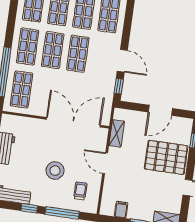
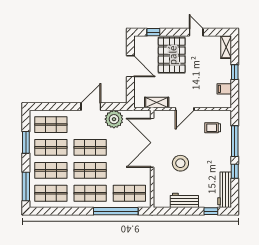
plant: (105, 84) -> (114, 119), added
window: (119, 86) -> (114, 107), removed
stool: (55, 170) -> (180, 163), moved

